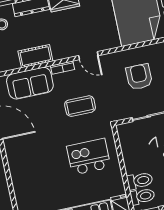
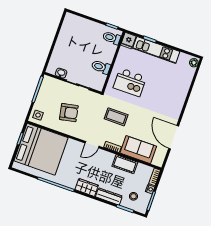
door: (88, 56) -> (92, 145), swing flipped
armchair: (139, 77) -> (69, 113), turned -101
toilet: (140, 181) -> (101, 67), moved

